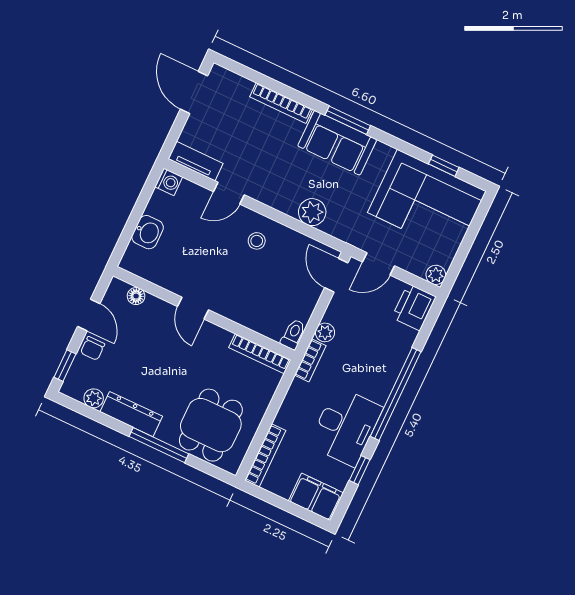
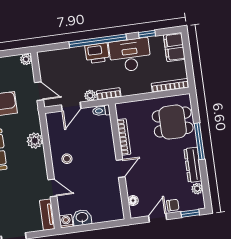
washbasin: (148, 232) -> (82, 218), moved
door: (336, 275) -> (71, 107), moved
printer: (414, 307) -> (97, 53), moved
bookcase: (260, 354) -> (124, 137), moved

